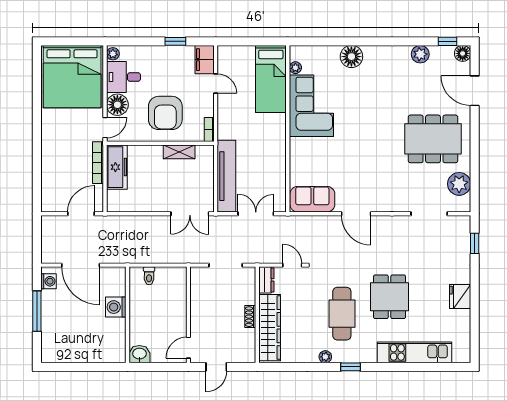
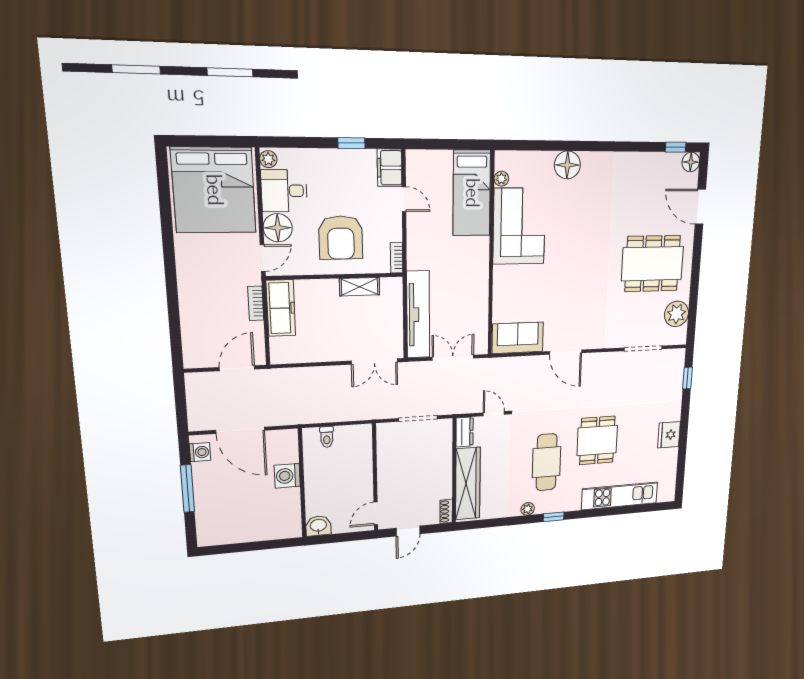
plant: (420, 54) -> (645, 163), removed
bookcase: (98, 163) -> (256, 303), width x0.64
shoe rack: (250, 317) -> (446, 511), moved

